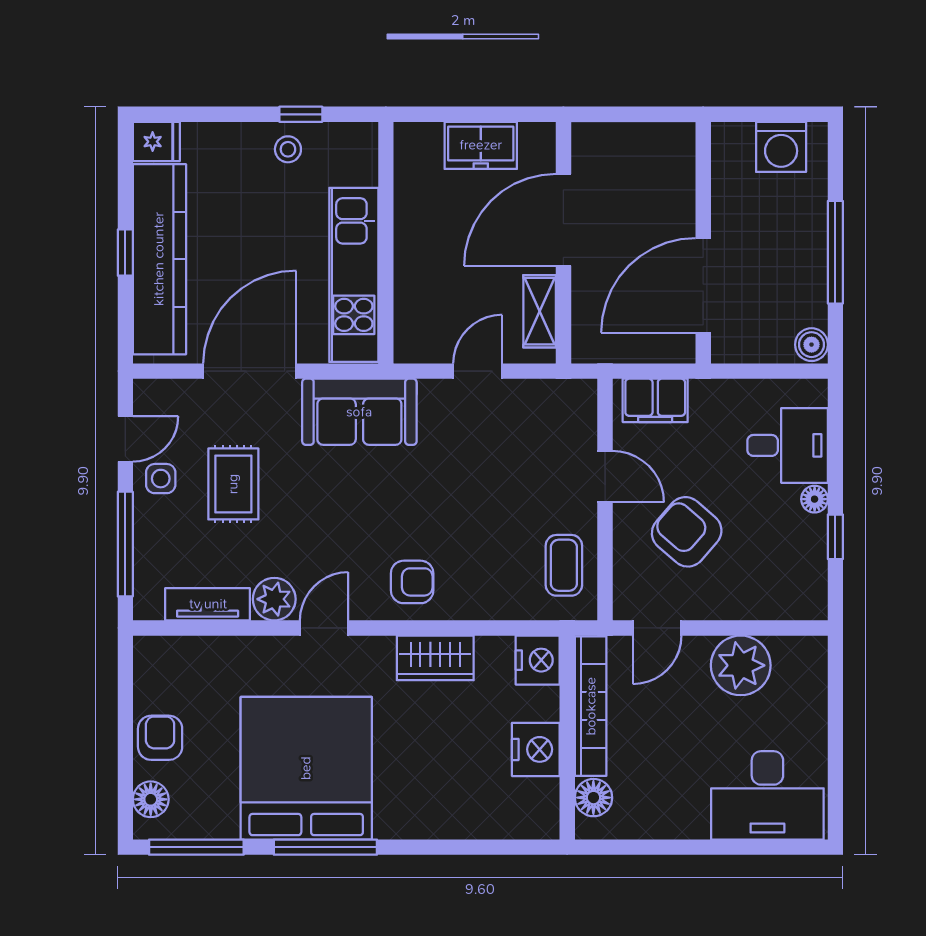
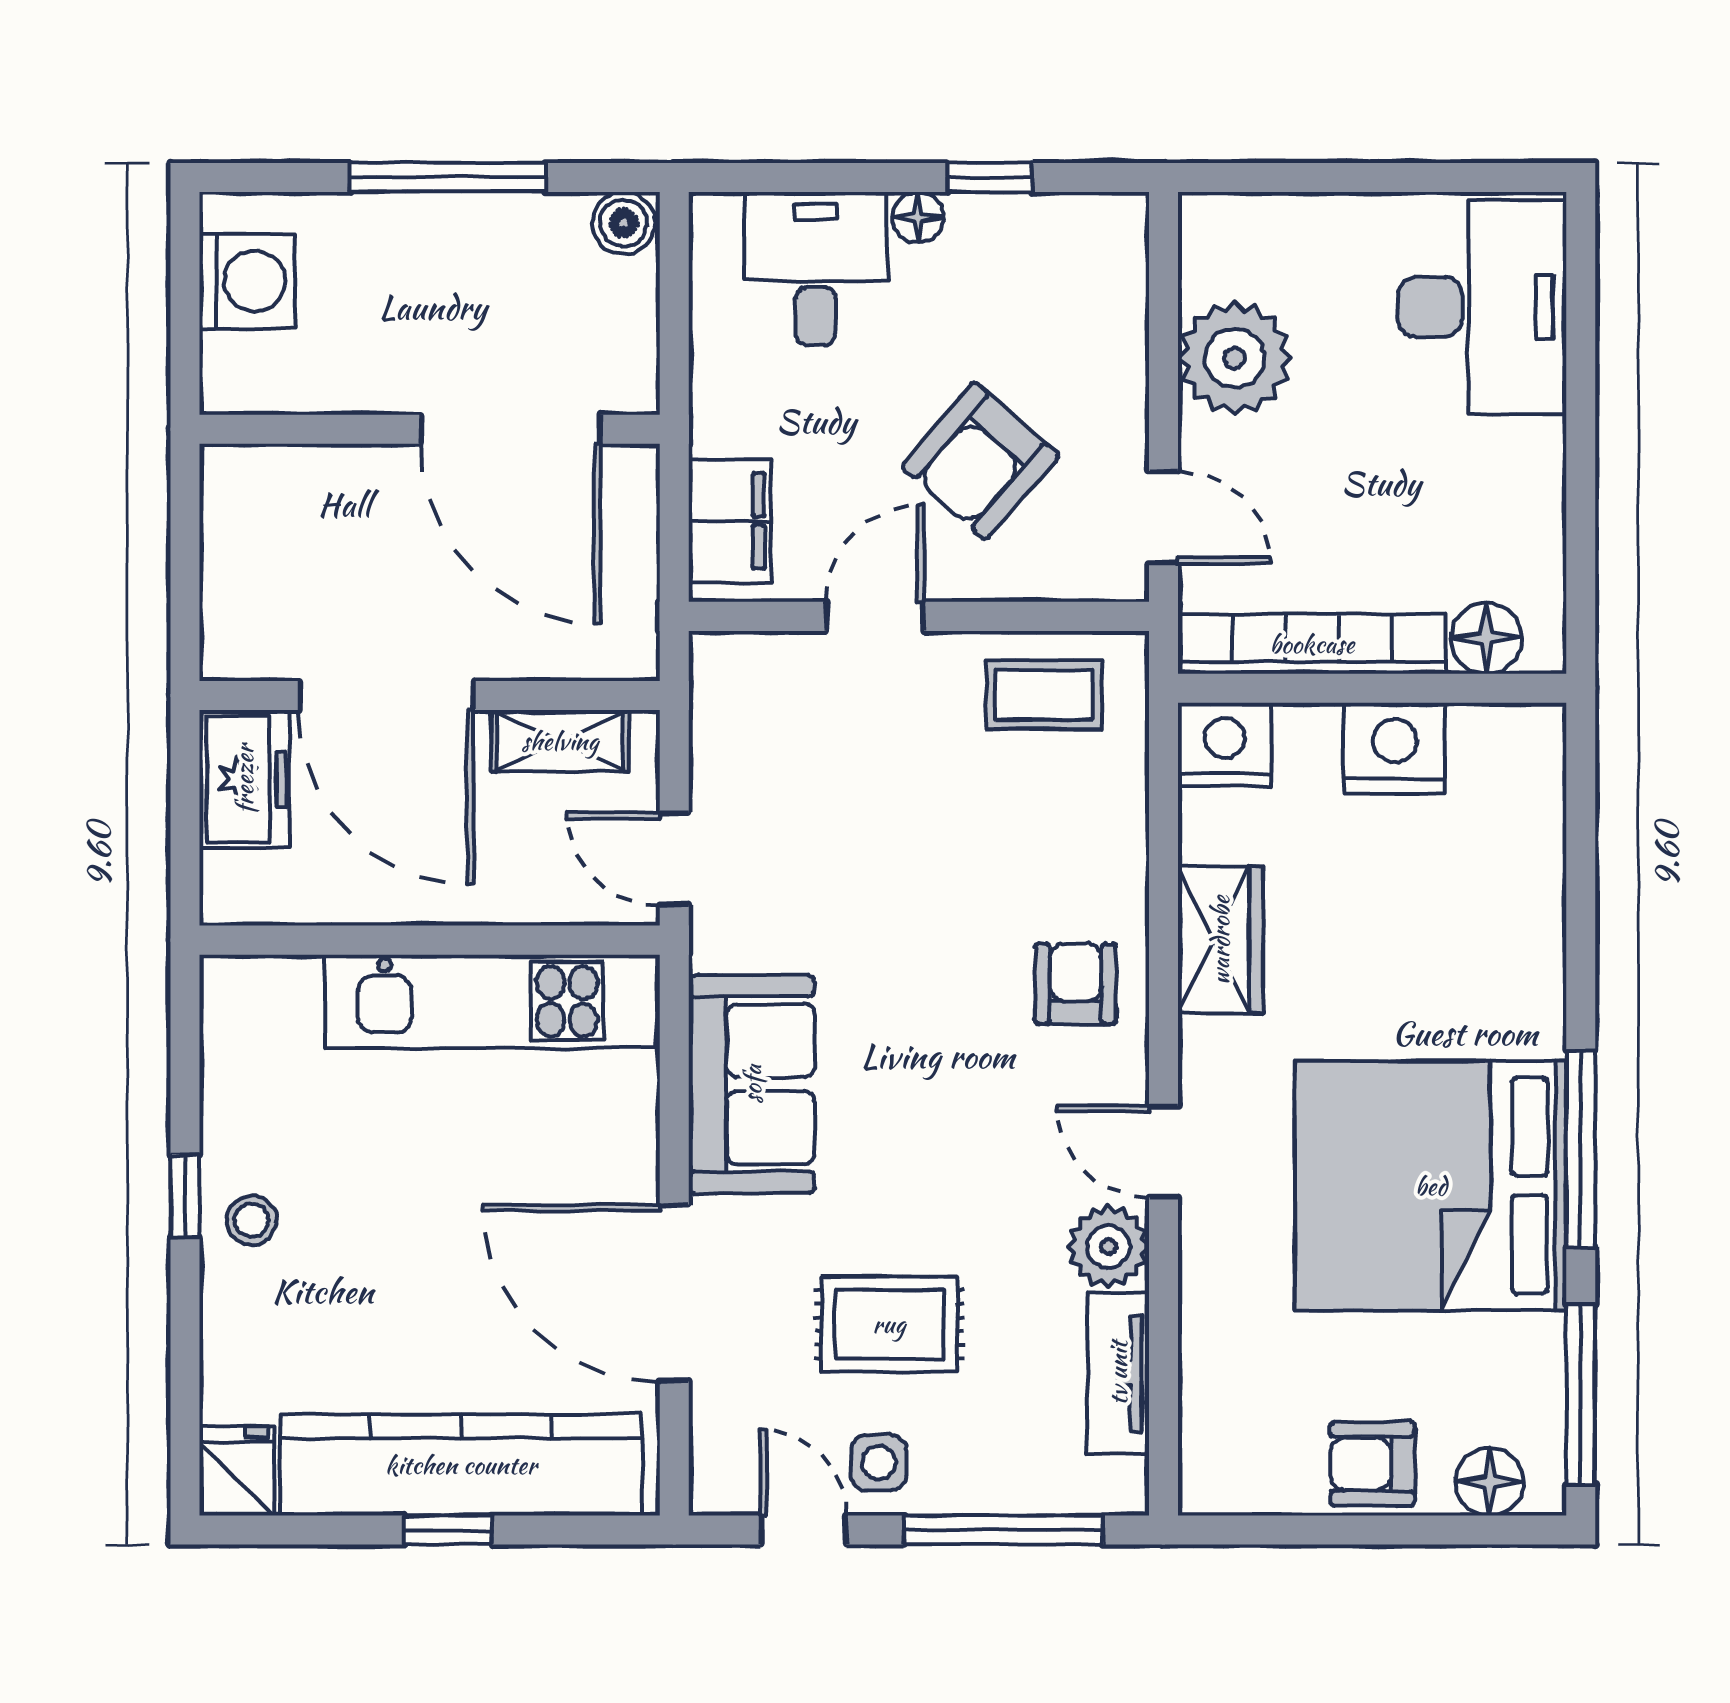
freezer: (481, 145) -> (244, 779), moved
wall: (386, 243) -> (430, 940), moved
kitchen unit: (354, 275) -> (491, 1001), moved

